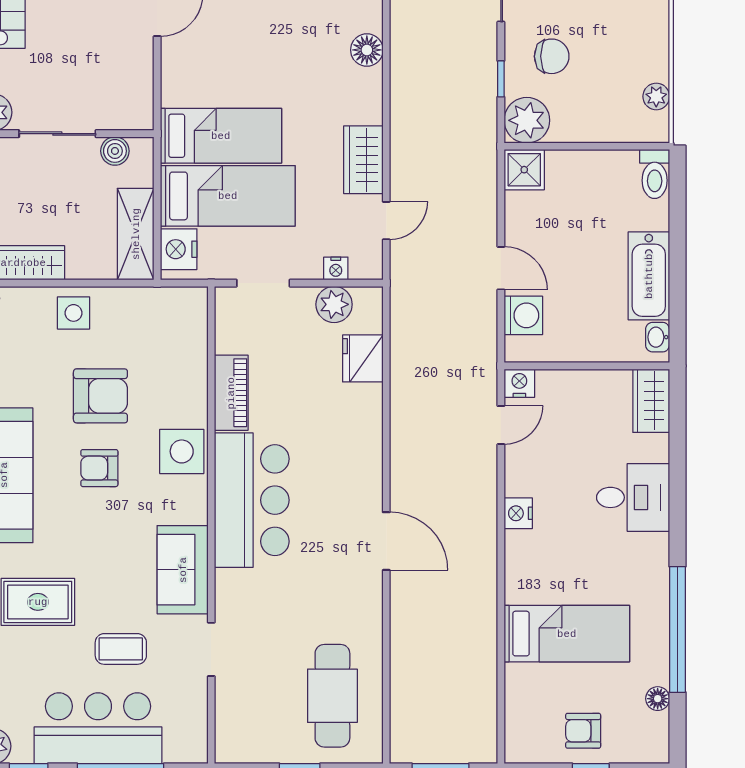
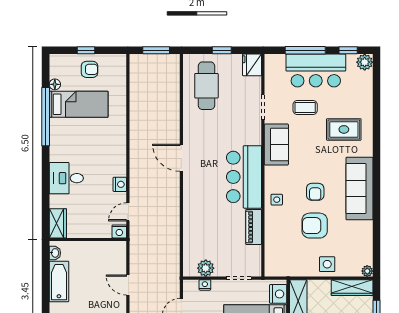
washing machine: (523, 315) -> (117, 263), removed
fridge: (363, 358) -> (252, 65), moved, turned 180
side table: (182, 451) -> (277, 200), width x0.54, depth x0.54
armchair: (99, 468) -> (315, 192), turned 90
nightstand: (518, 513) -> (120, 184), moved
bed: (567, 634) -> (79, 104), moved, turned 180

